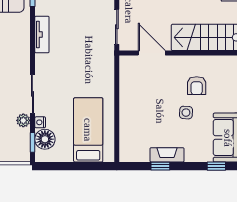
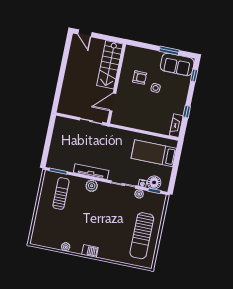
tv unit: (42, 34) -> (91, 172), width x1.41
plant: (21, 47) -> (92, 186), added
fireplace: (167, 155) -> (176, 126), moved

